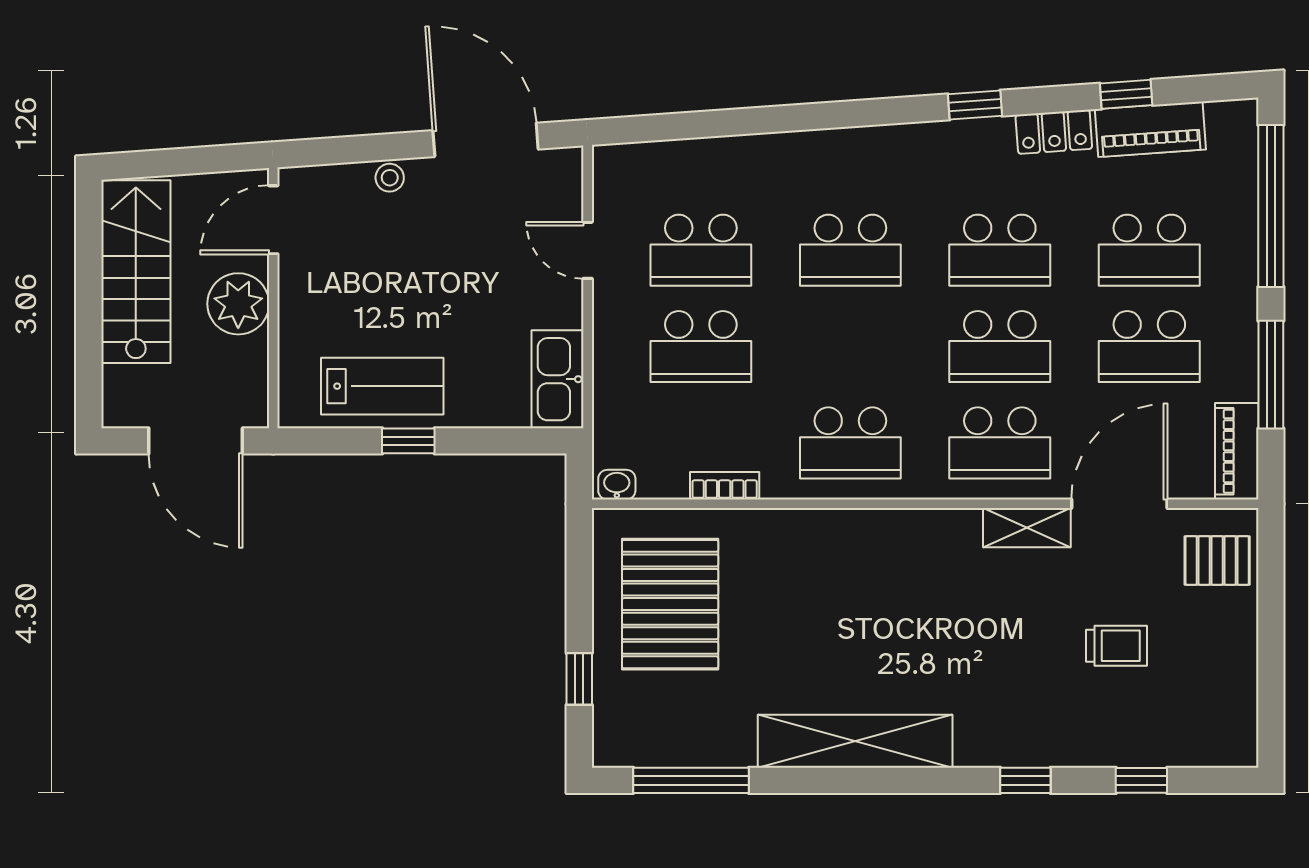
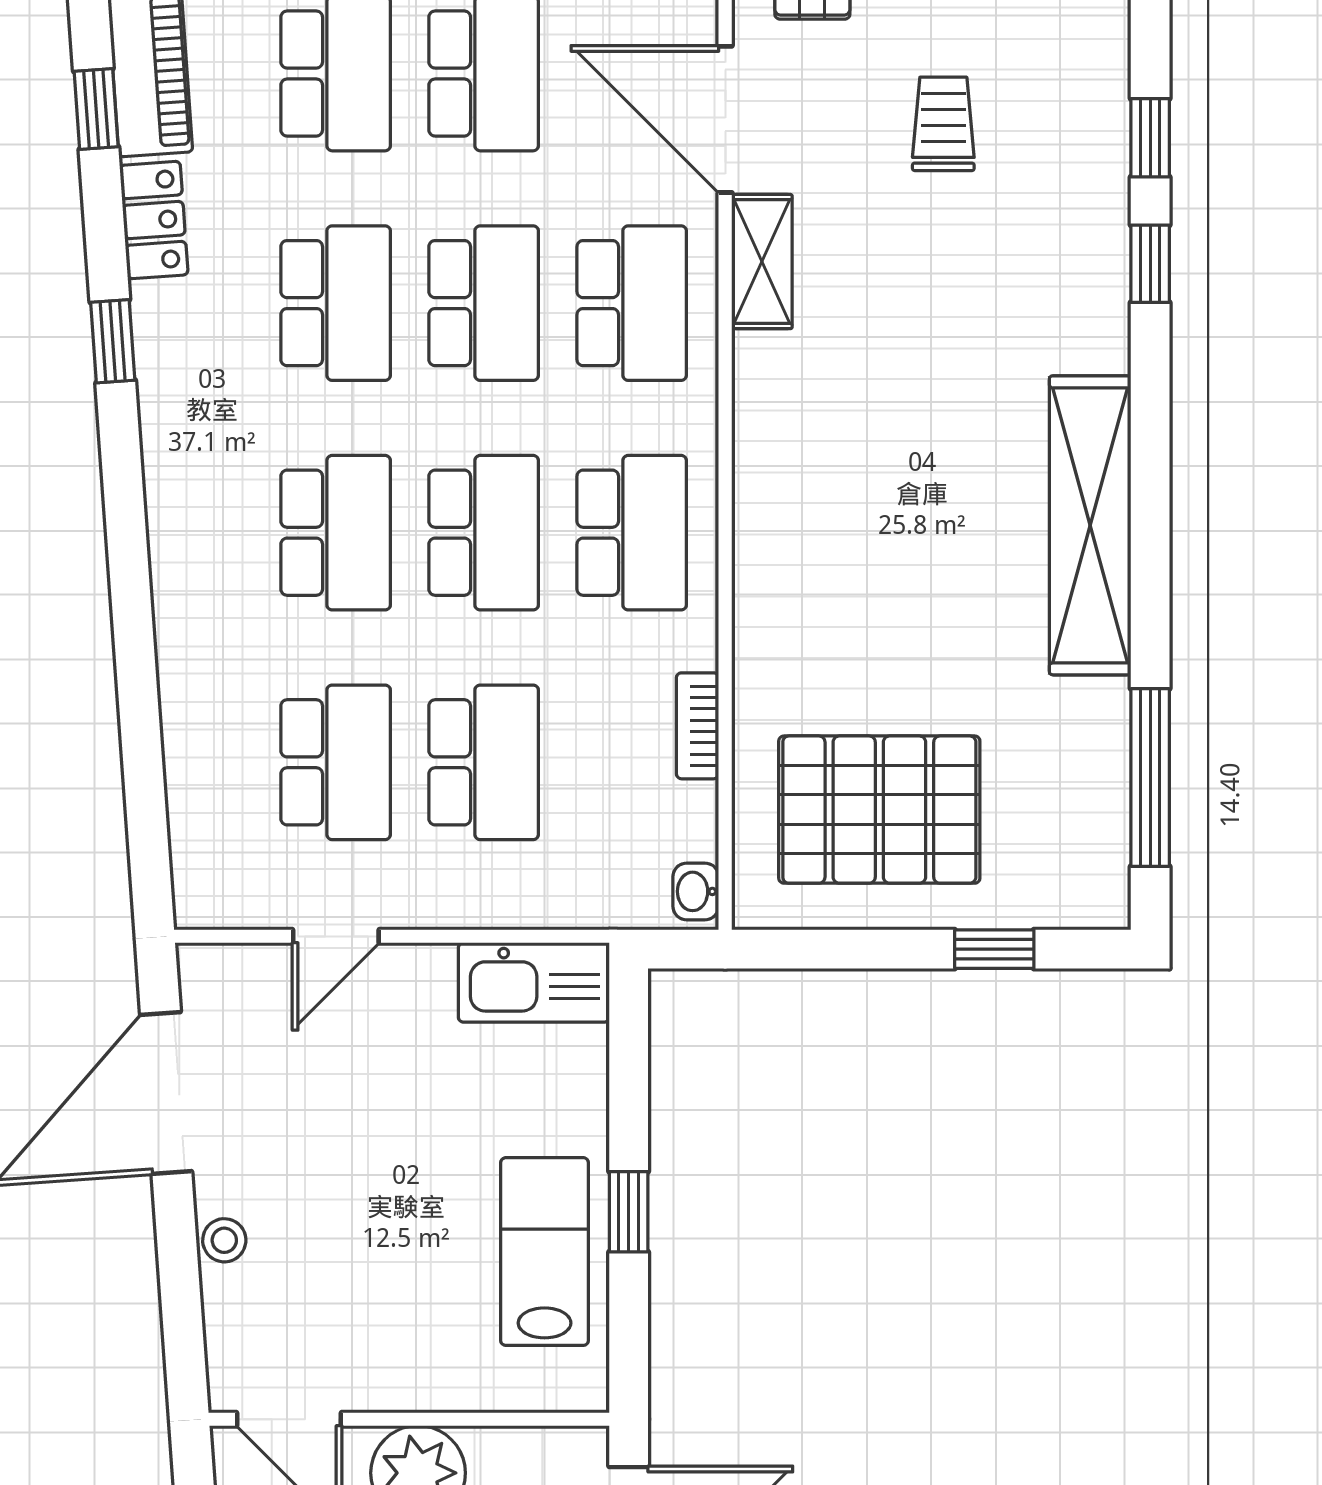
school desk: (850, 347) -> (484, 533), added
window: (1141, 780) -> (1150, 138), moved

